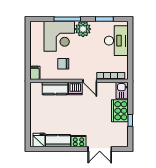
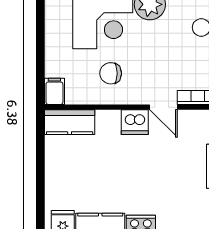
kitchen counter: (55, 88) -> (70, 122), moved

